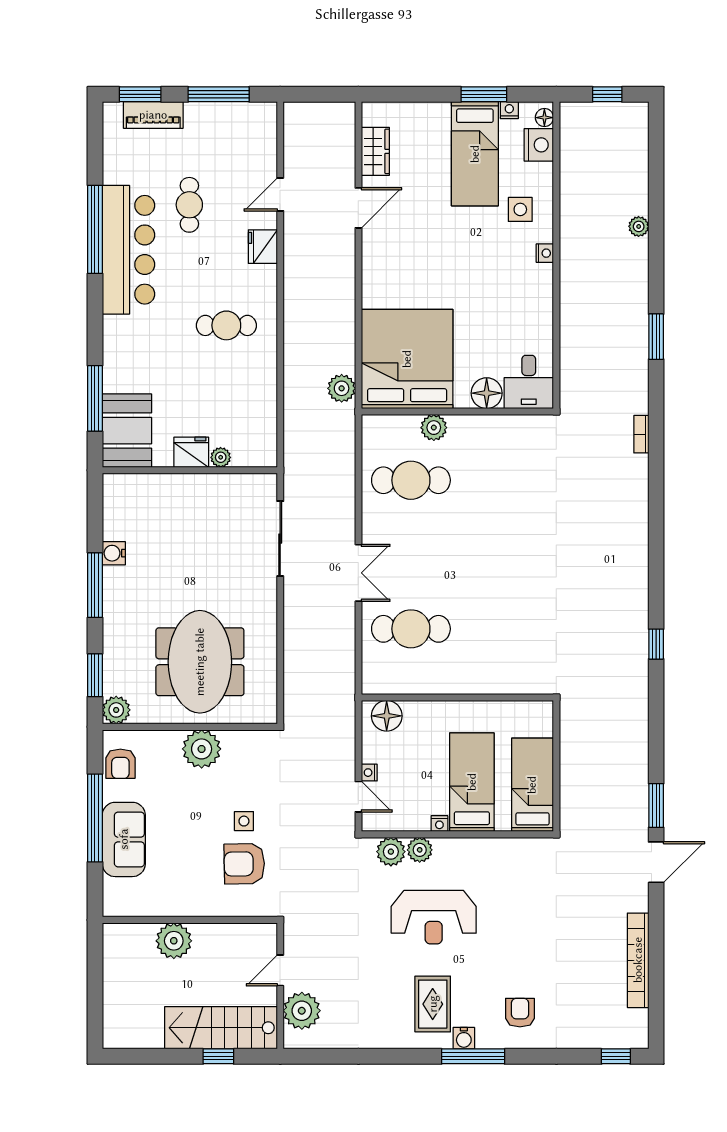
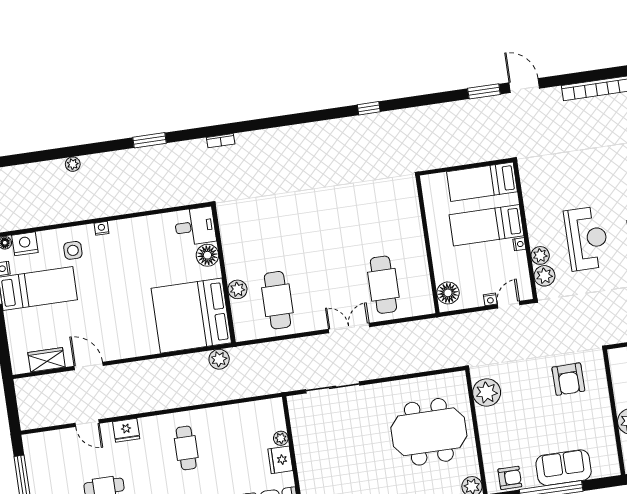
plant: (202, 749) -> (487, 392), moved
side table: (244, 821) -> (538, 384), removed

